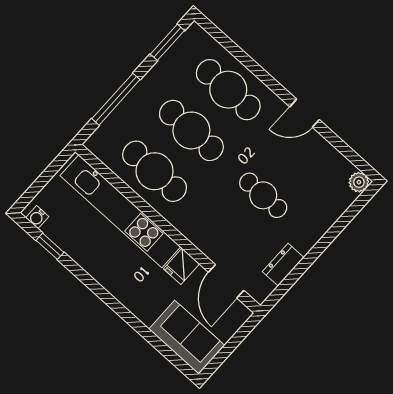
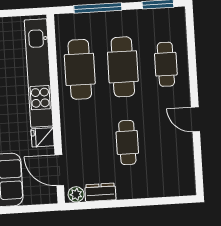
cafe table: (228, 90) -> (166, 64), width x0.73, depth x0.74
plant: (359, 182) -> (76, 194), moved
door: (226, 281) -> (59, 170), hinge flipped

